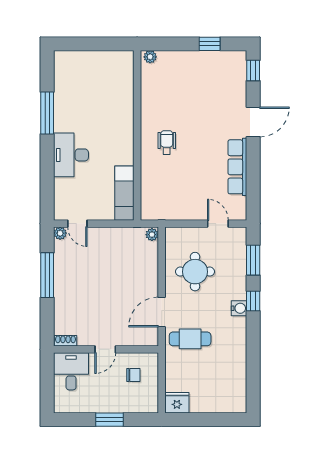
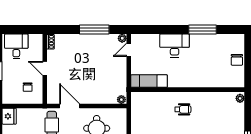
chair: (92, 62) -> (237, 60), added
desk: (71, 371) -> (16, 46), moved, turned -90

